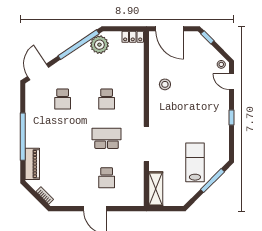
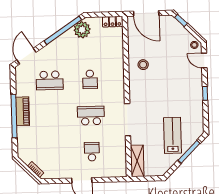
school desk: (63, 99) -> (50, 80), width x1.85
piano: (32, 164) -> (23, 111), moved
school desk: (107, 178) -> (92, 152), turned 180

